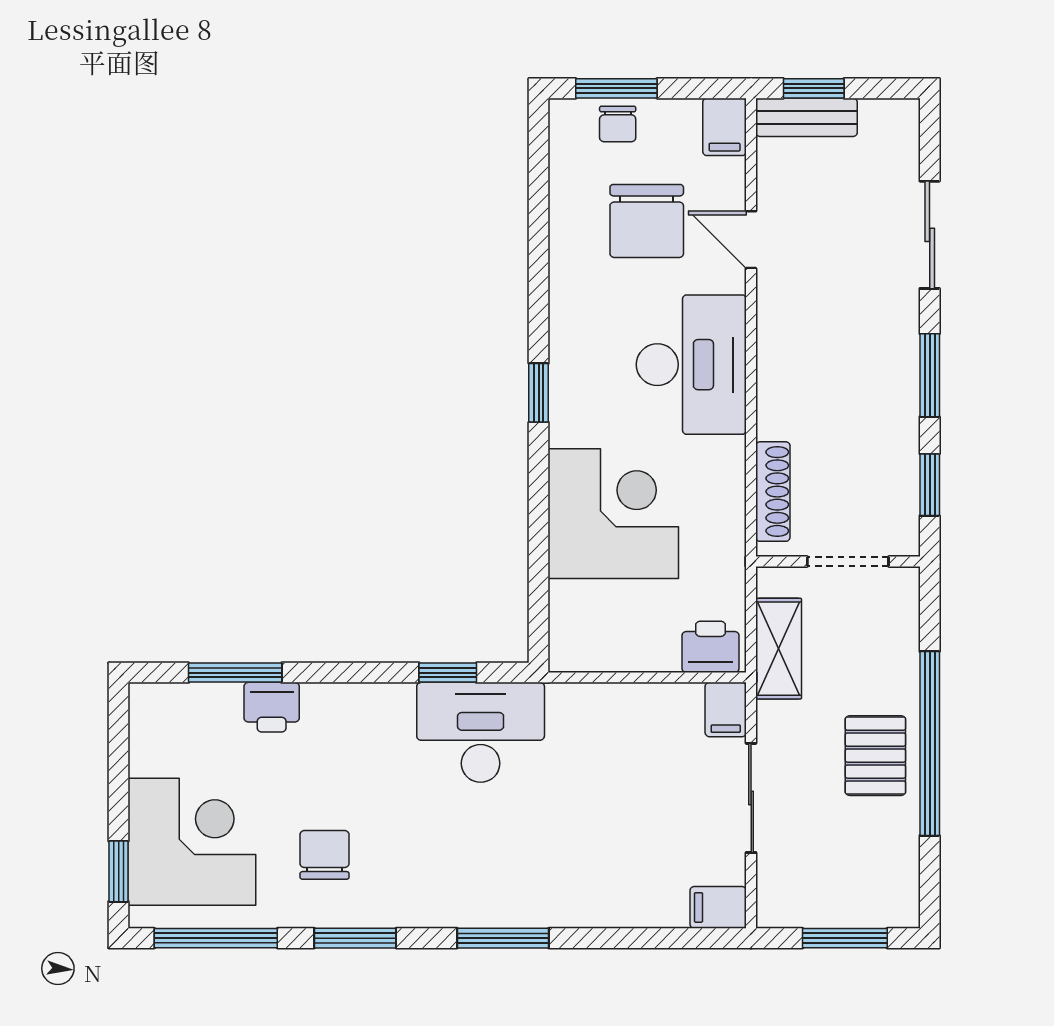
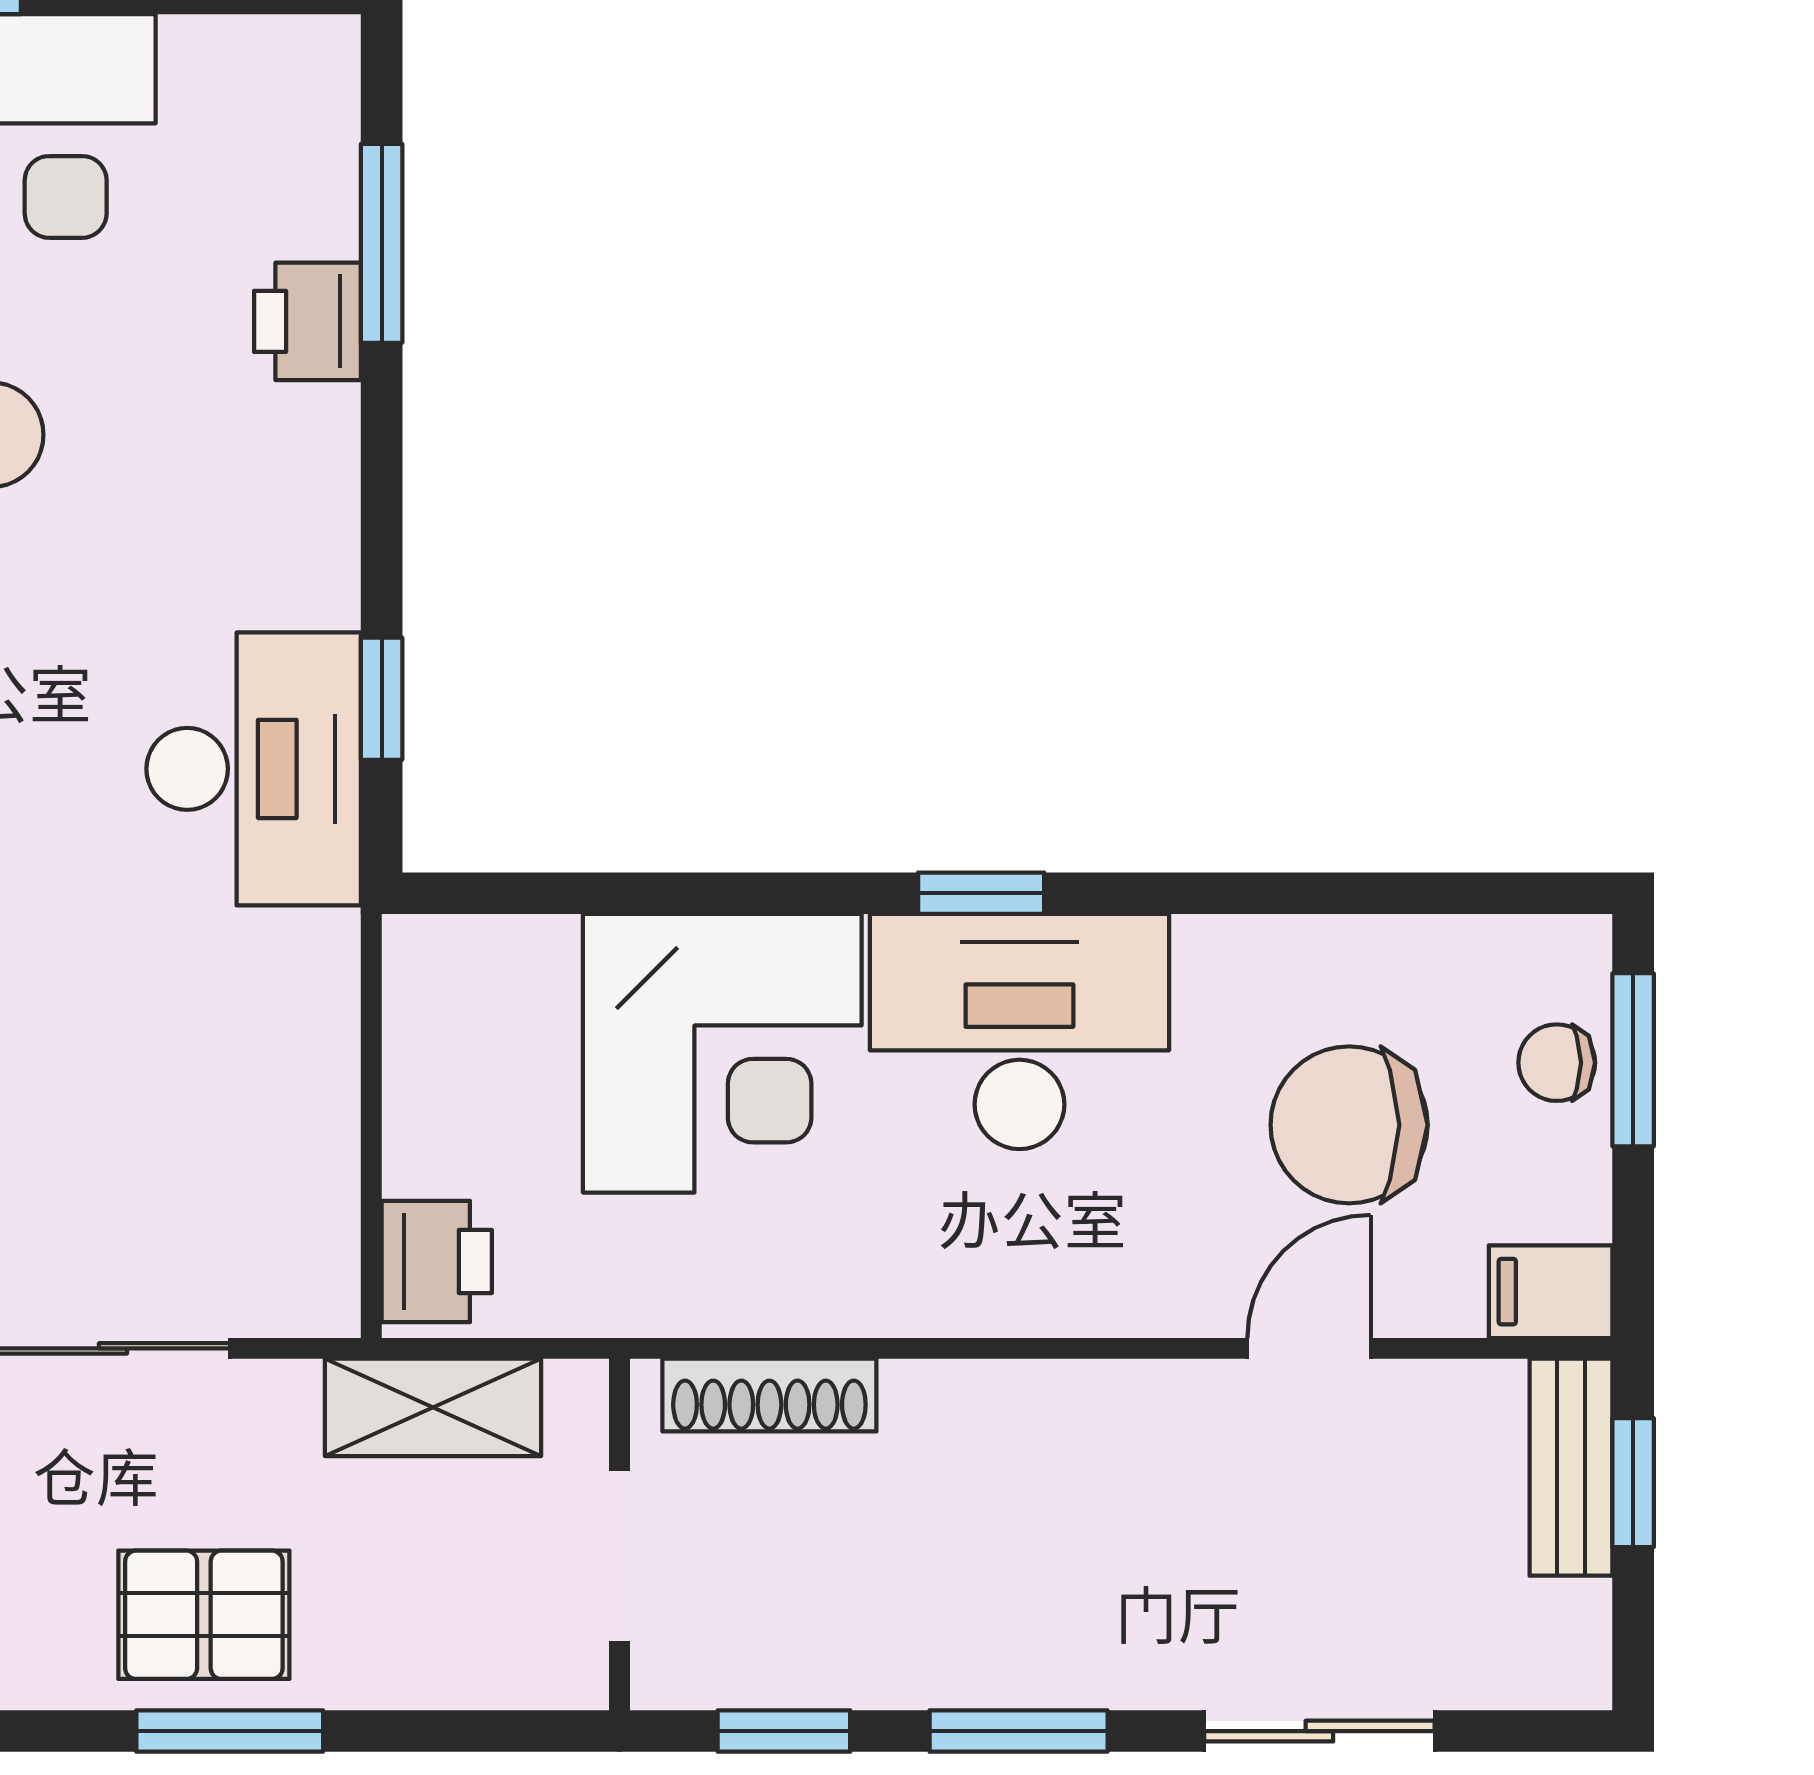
desk: (691, 365) -> (1019, 1032), moved, turned 180
filing cabinet: (726, 710) -> (302, 1294), removed
window: (930, 744) -> (230, 1731), width x0.47

